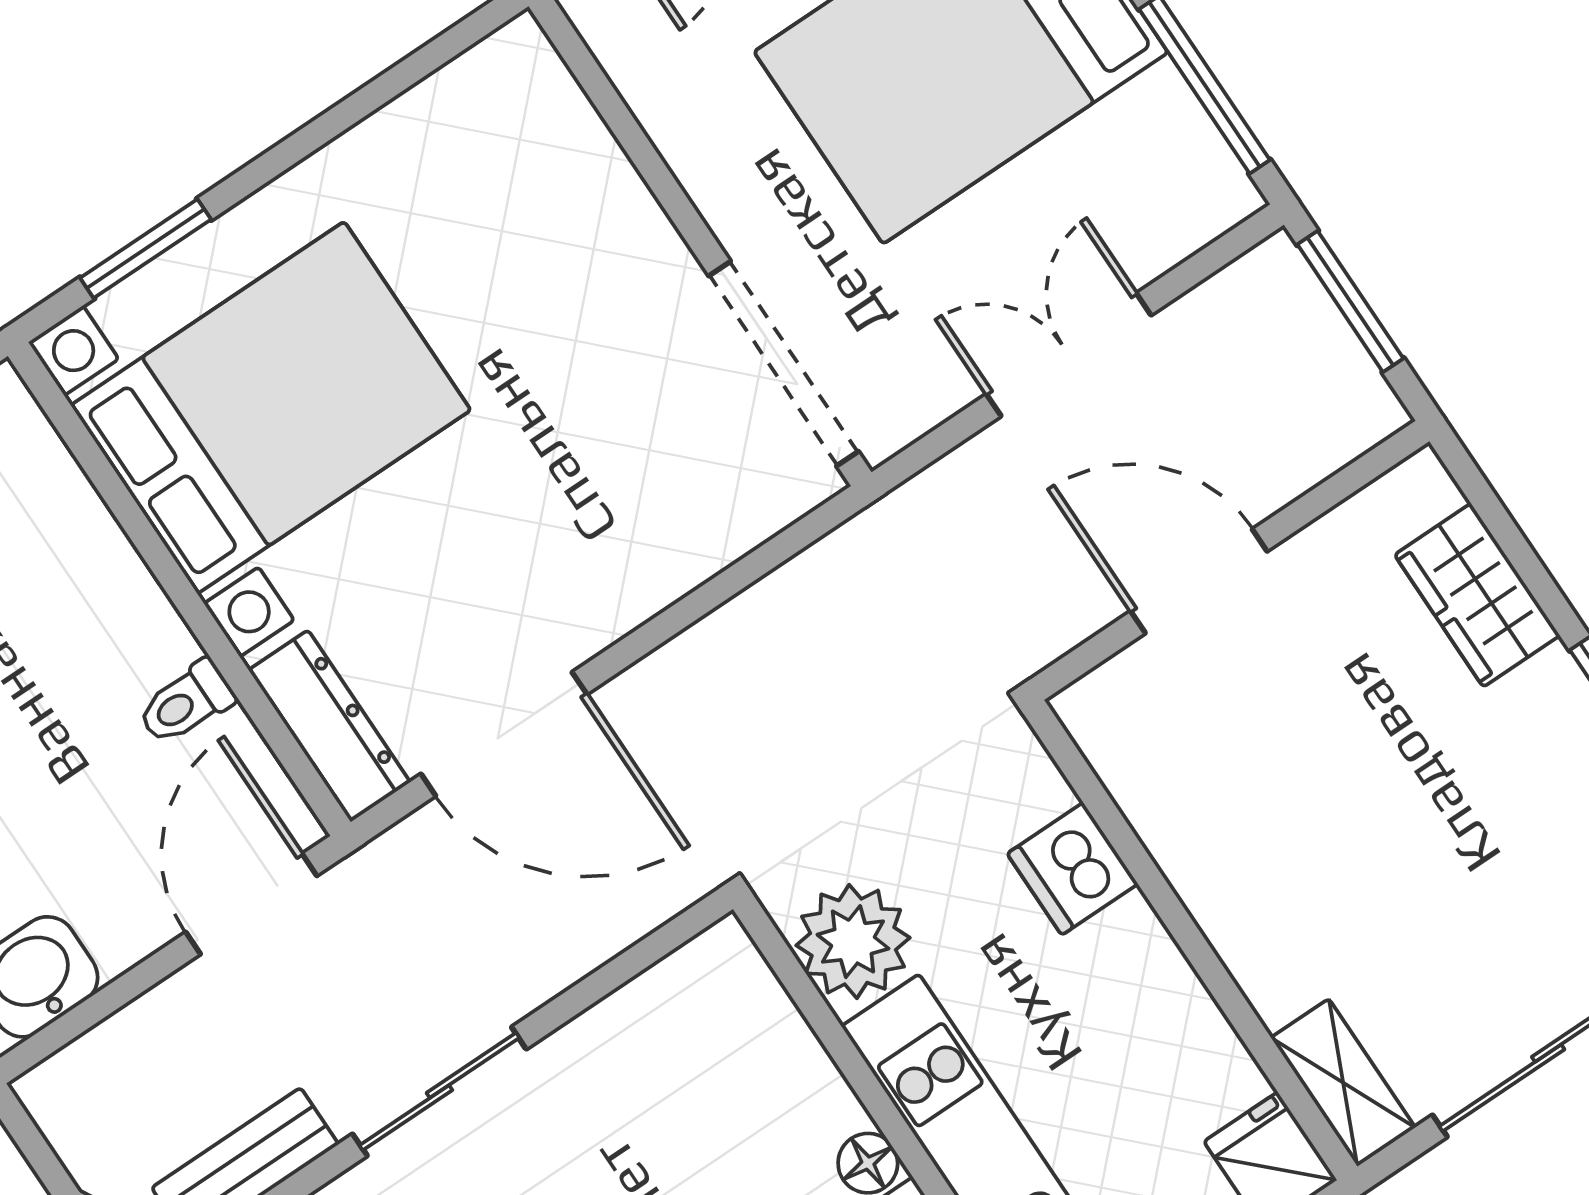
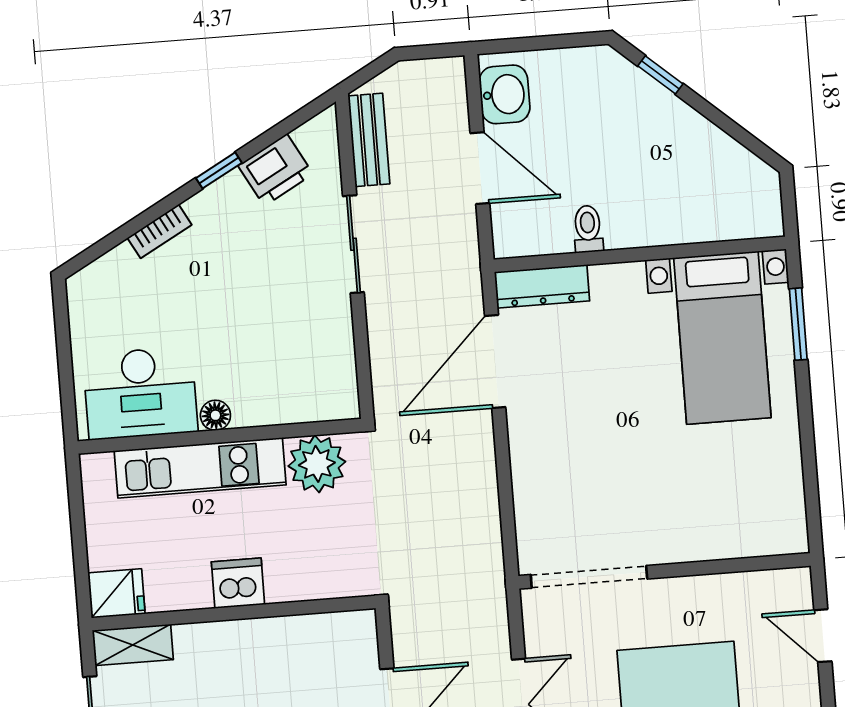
bed with nightstands: (271, 408) -> (722, 338), width x0.73
dishwasher: (1072, 869) -> (238, 583), moved
door: (251, 904) -> (480, 168), moved

